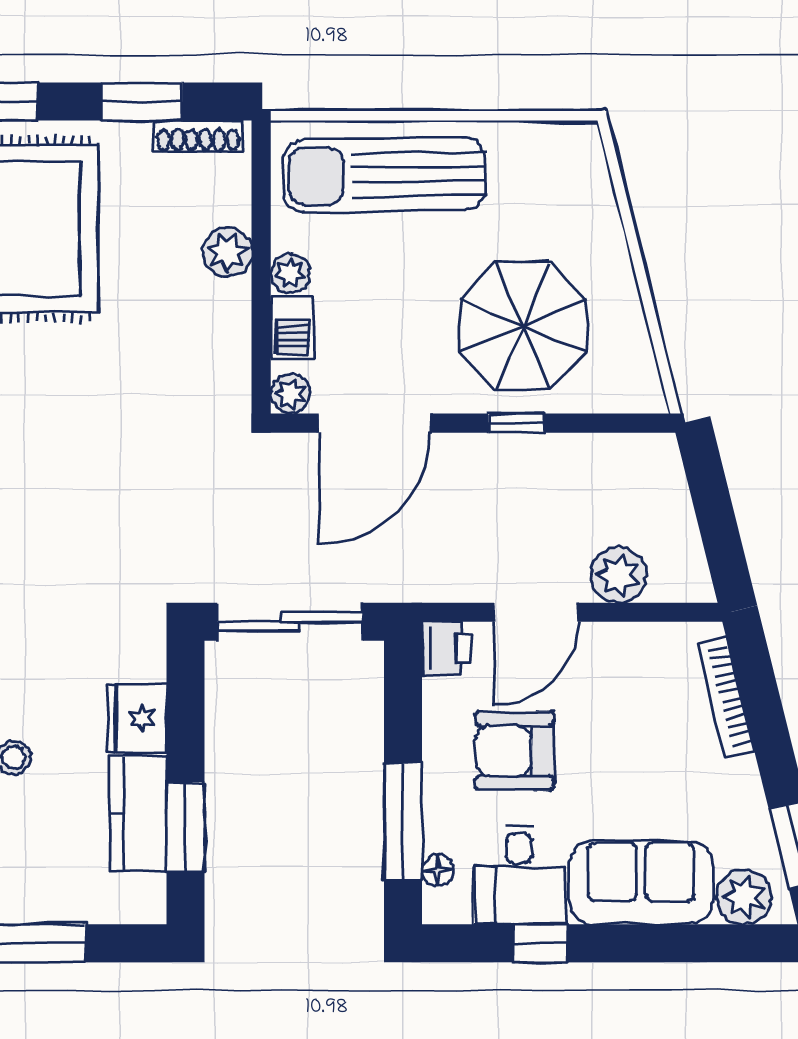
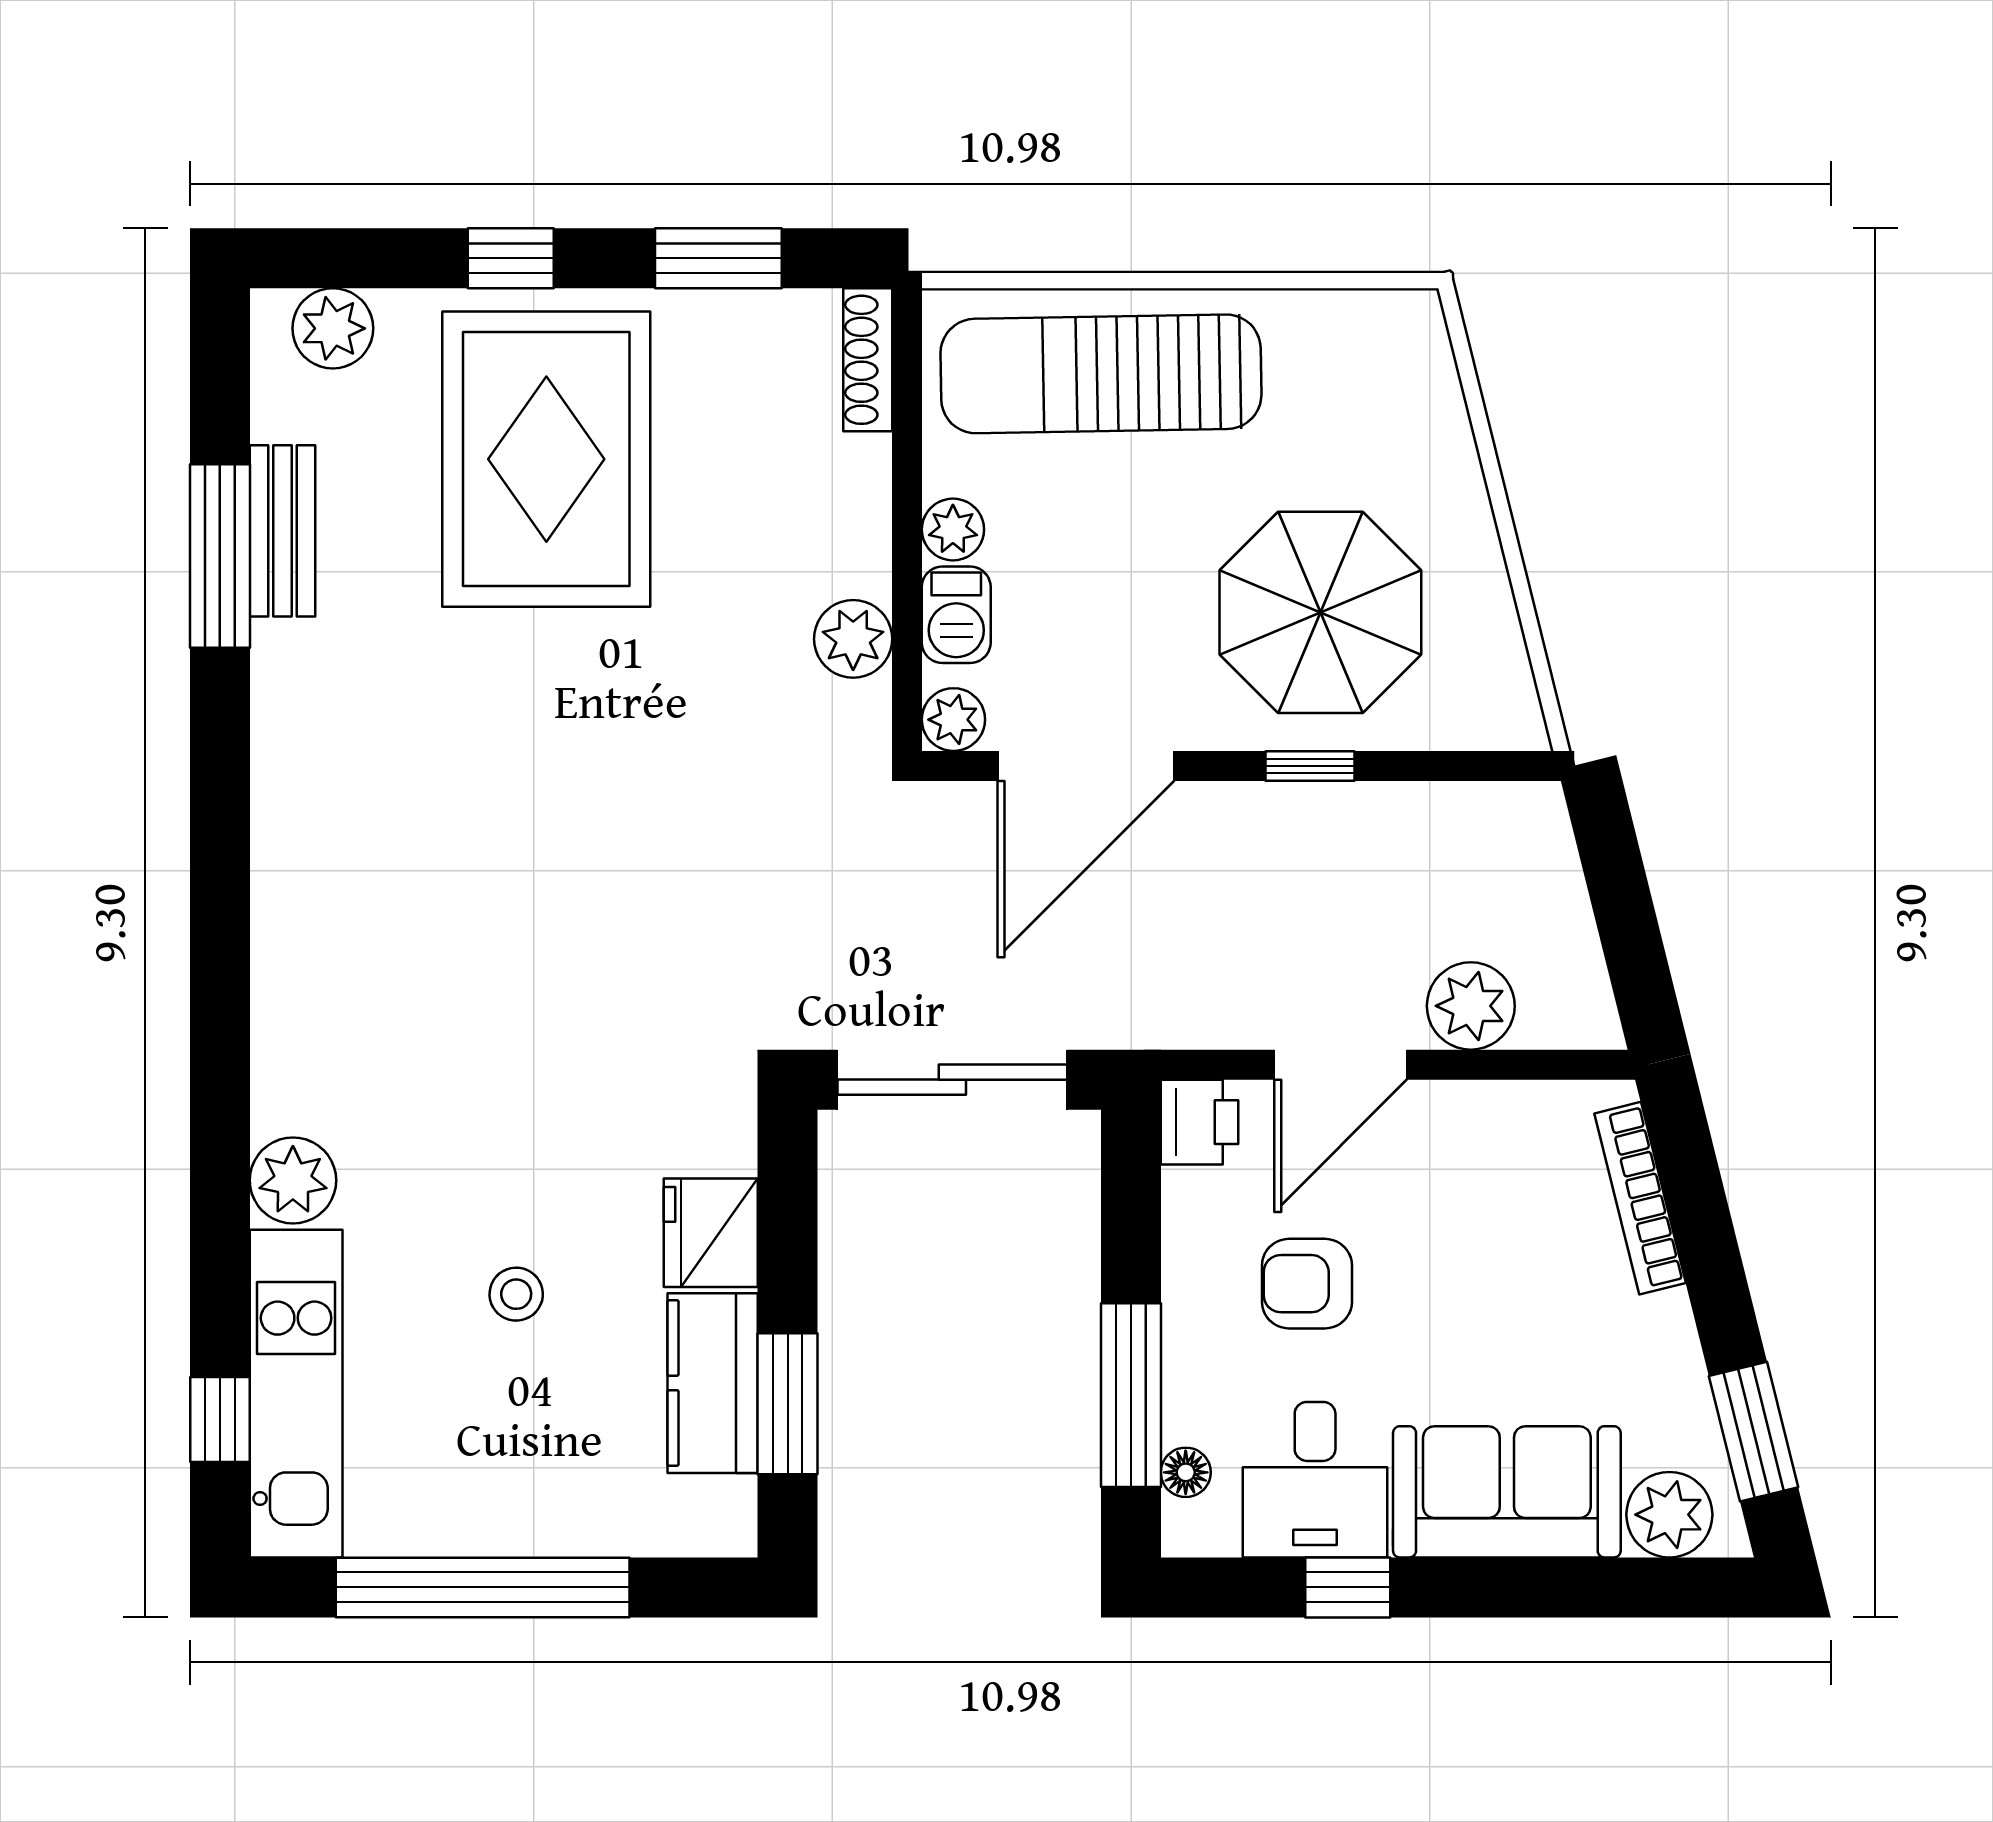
shoe rack: (198, 136) -> (868, 360), moved, turned 90
plant: (227, 252) -> (853, 639), moved
armchair: (514, 751) -> (1307, 1284), width x0.72, depth x0.72

